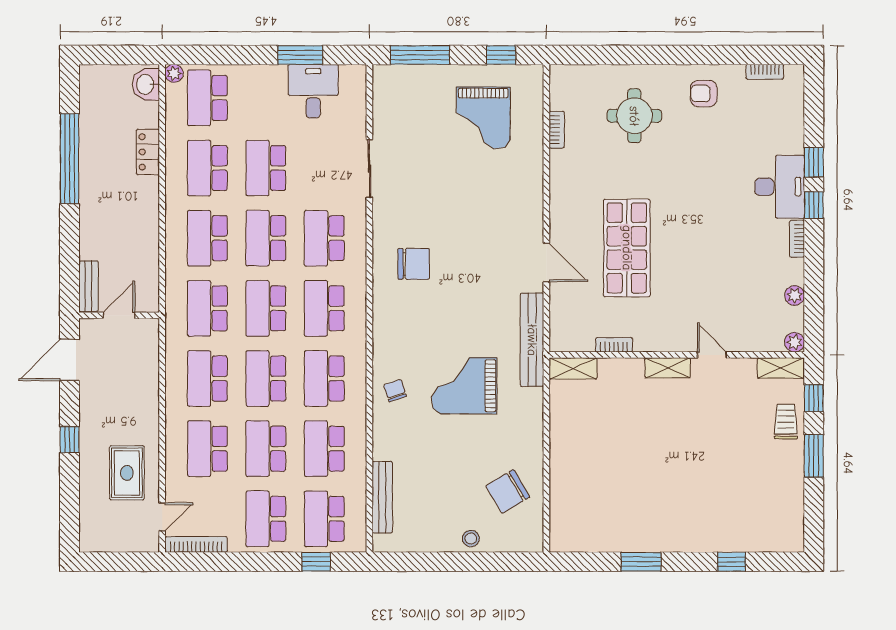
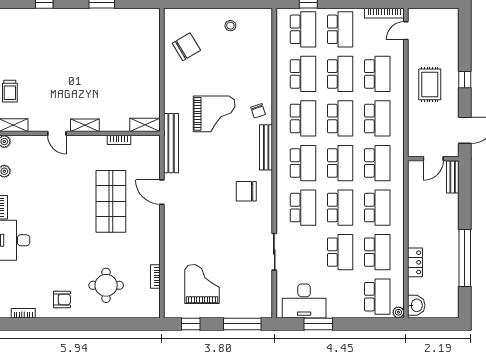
desk: (313, 91) -> (304, 301), width x1.37
rug: (127, 473) -> (430, 84), moved
bench: (382, 497) -> (266, 147), moved
stool: (471, 538) -> (230, 26), moved

